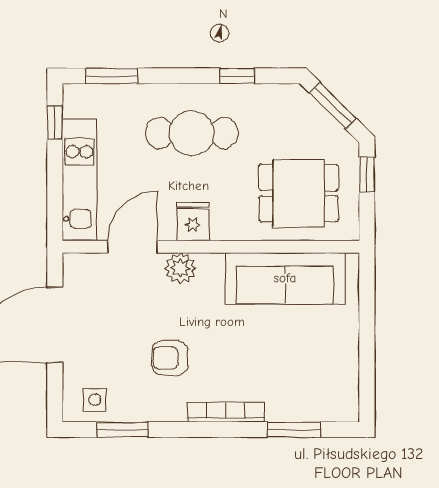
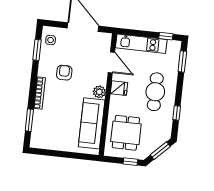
plant: (180, 268) -> (99, 92), moved

